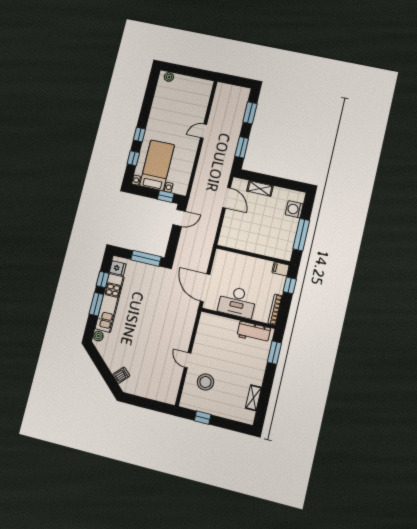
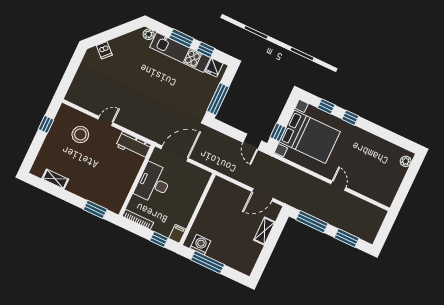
window: (242, 147) -> (312, 222), width x1.44
bed with nightstands: (157, 165) -> (310, 137), width x1.36
washing machine: (294, 209) -> (200, 245), moved
workbench: (254, 332) -> (134, 145), moved, turned -90

